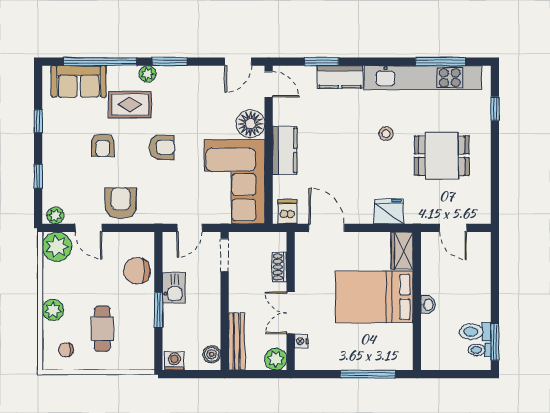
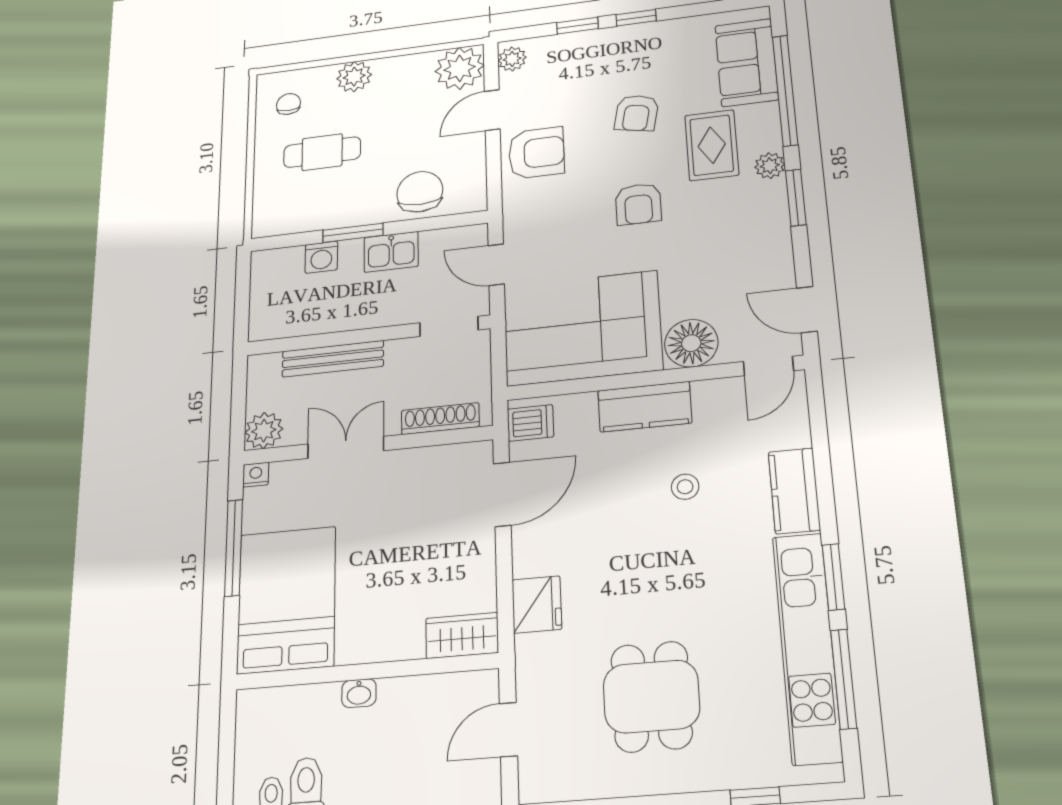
window: (322, 62) -> (833, 577), moved
window: (38, 121) -> (636, 18), moved
stool: (386, 134) -> (685, 487), moved
armchair: (103, 145) -> (637, 113), turned -79
shoe rack: (279, 267) -> (440, 419), width x1.43
bed: (374, 297) -> (287, 600), moved
bench: (237, 341) -> (333, 359), moved
nightstand: (301, 341) -> (256, 475), moved
boiler: (212, 354) -> (275, 325), removed
washing machine: (174, 361) -> (321, 257), moved, turned 90
window: (368, 374) -> (234, 548), moved

